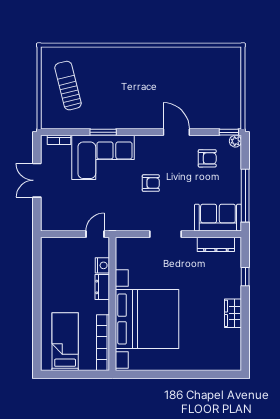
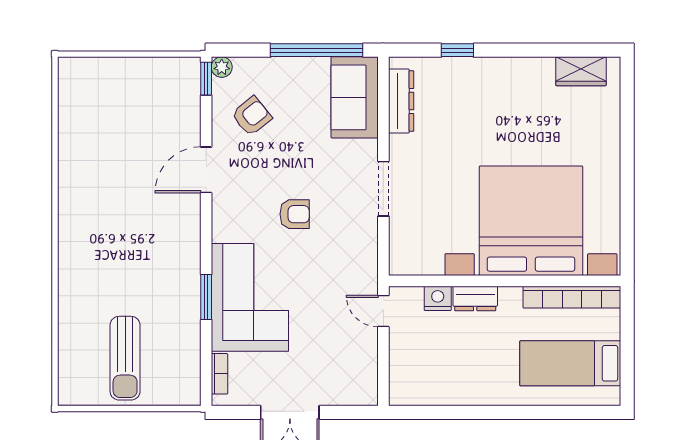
sun lounger: (68, 86) -> (125, 358), turned -76
armchair: (207, 158) -> (252, 116), turned 51
armchair: (151, 183) -> (295, 214), turned 90
wardrobe: (233, 313) -> (581, 71), moved

